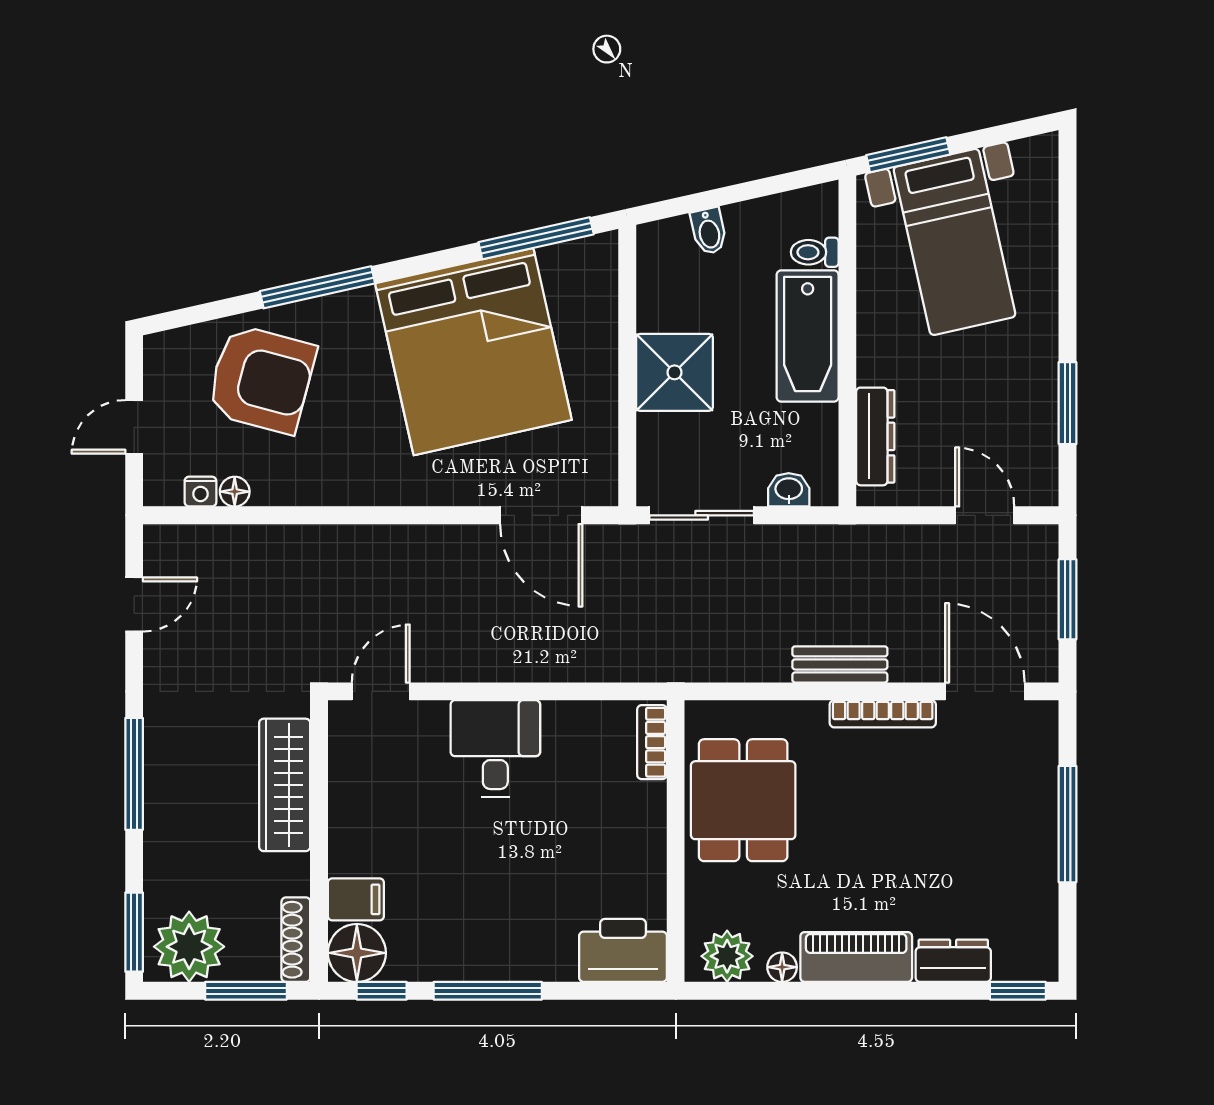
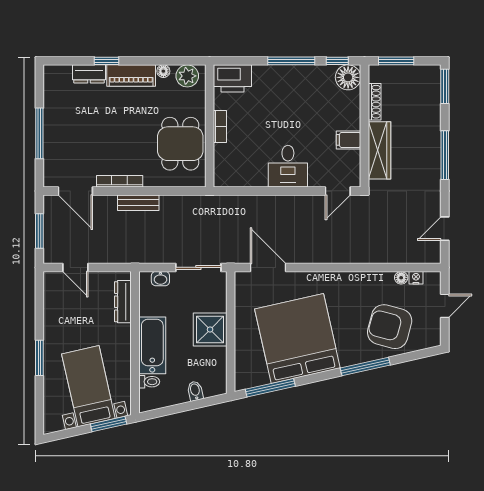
window: (1067, 403) -> (39, 358), moved
bookcase: (652, 742) -> (220, 126), moved
filing cabinet: (356, 899) -> (348, 140), moved
shoe rack: (296, 940) -> (375, 102), moved
plant: (189, 947) -> (421, 80), removed
window: (1018, 991) -> (107, 61), moved

